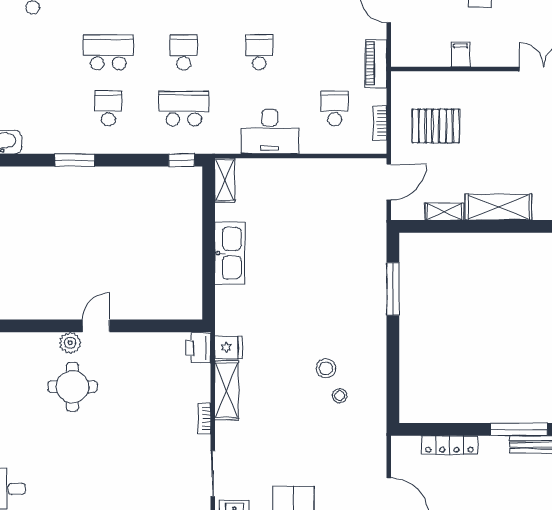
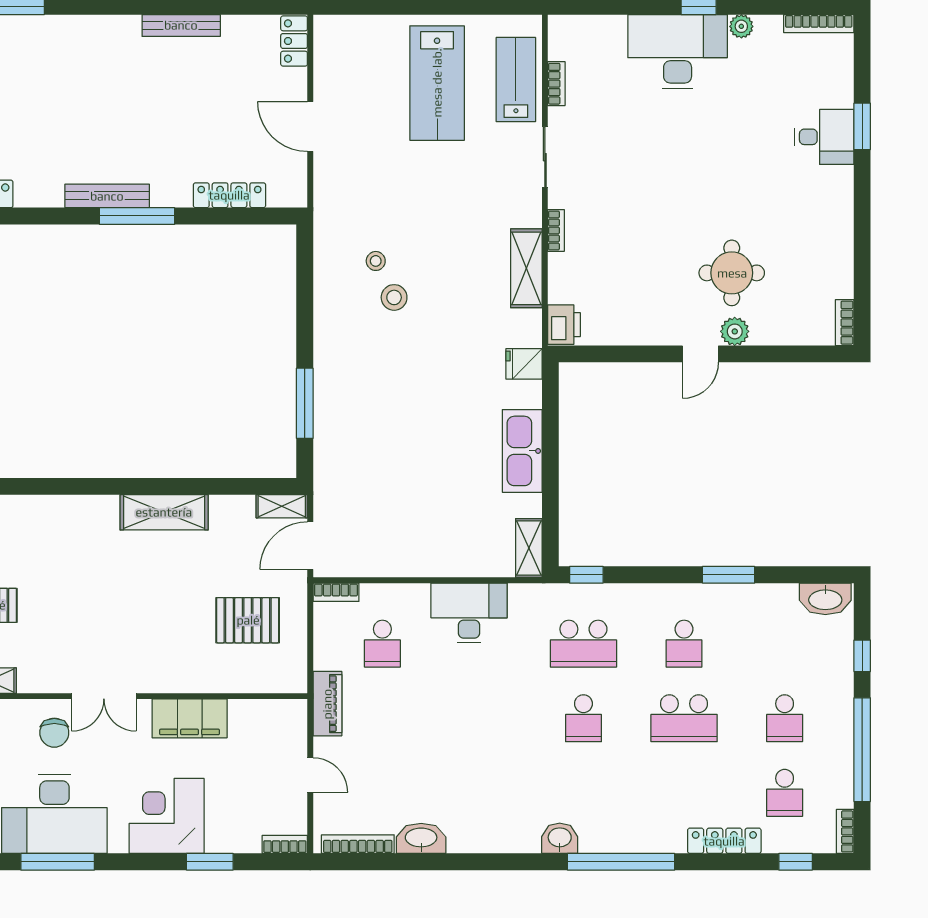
school desk: (259, 52) -> (785, 718), moved
filing cabinet: (461, 54) -> (190, 718), width x3.00, depth x1.17
bookcase: (380, 123) -> (336, 592), moved, turned 90
shelving: (444, 212) -> (282, 506), moved
fridge: (228, 347) -> (524, 364), moved

